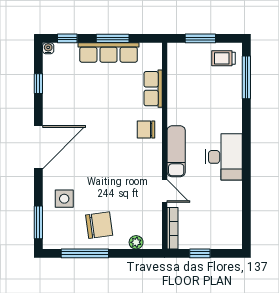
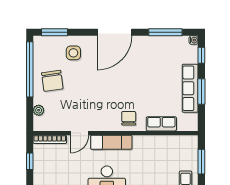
window: (38, 84) -> (165, 32), width x2.17
door: (38, 147) -> (114, 32), hinge flipped
window: (85, 253) -> (30, 69), width x1.46

